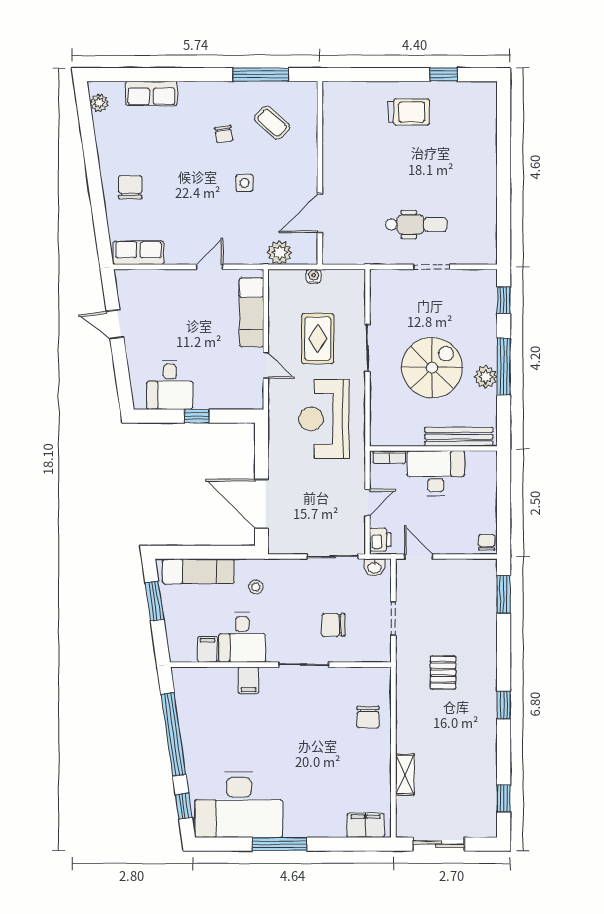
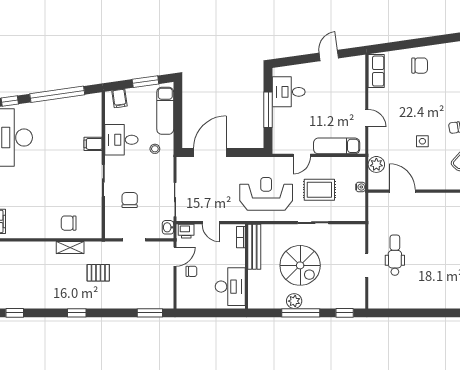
dental chair: (416, 224) -> (395, 255), turned 180
window: (197, 416) -> (268, 110), width x2.17
bench: (459, 437) -> (254, 247), moved
desk: (436, 473) -> (230, 287), moved
chair: (487, 542) -> (191, 271), moved
filing cabinet: (207, 649) -> (120, 98), moved, turned 82
shelving: (405, 774) -> (70, 247), moved

